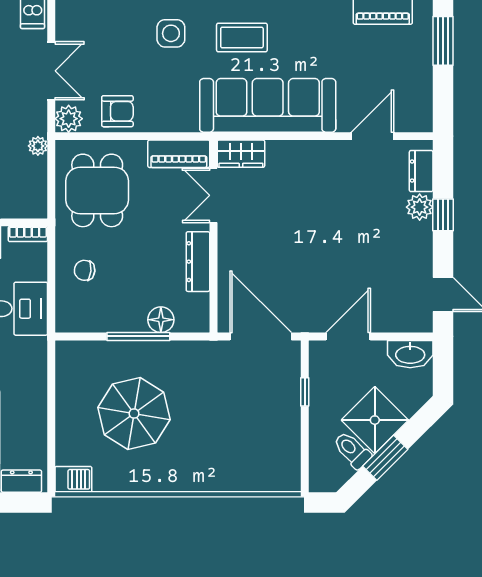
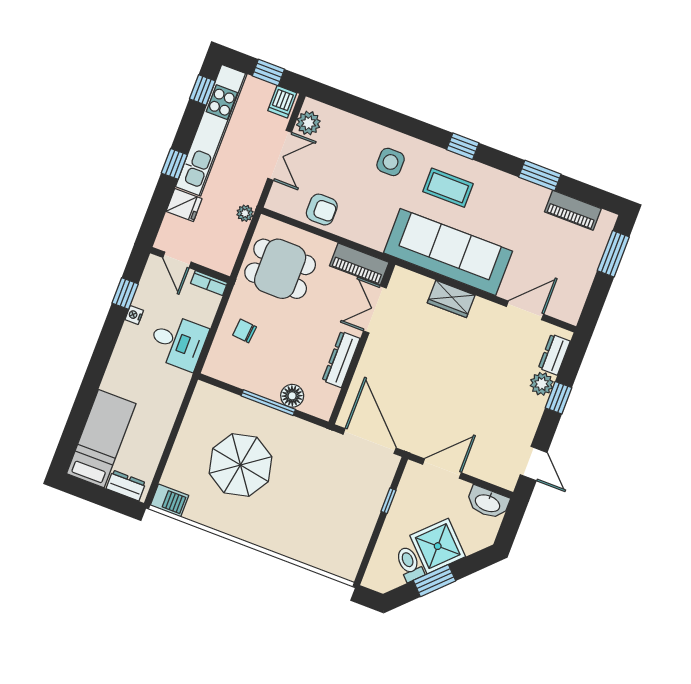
plant: (69, 119) -> (308, 123), moved
wardrobe: (241, 154) -> (451, 299), moved
dining table: (97, 190) -> (280, 269), turned 90

